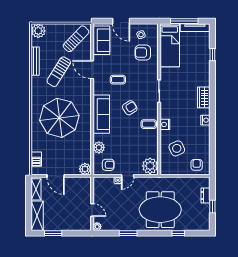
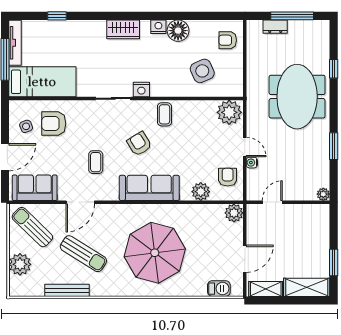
plant: (38, 31) -> (20, 264), moved
armchair: (143, 53) -> (54, 124), turned 90
nightstand: (165, 124) -> (141, 89), moved
floor lamp: (203, 133) -> (178, 31), added
window: (212, 206) -> (292, 16), width x2.17
door: (92, 210) -> (272, 202), moved

